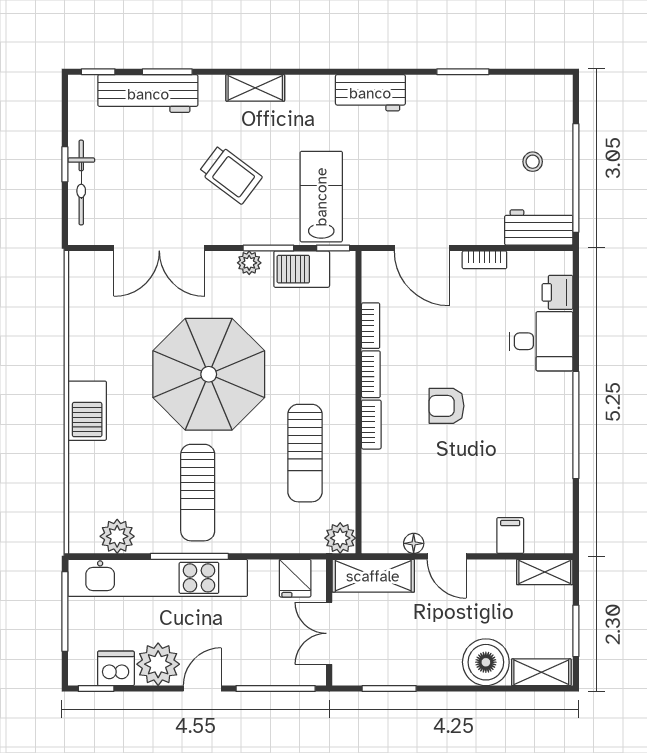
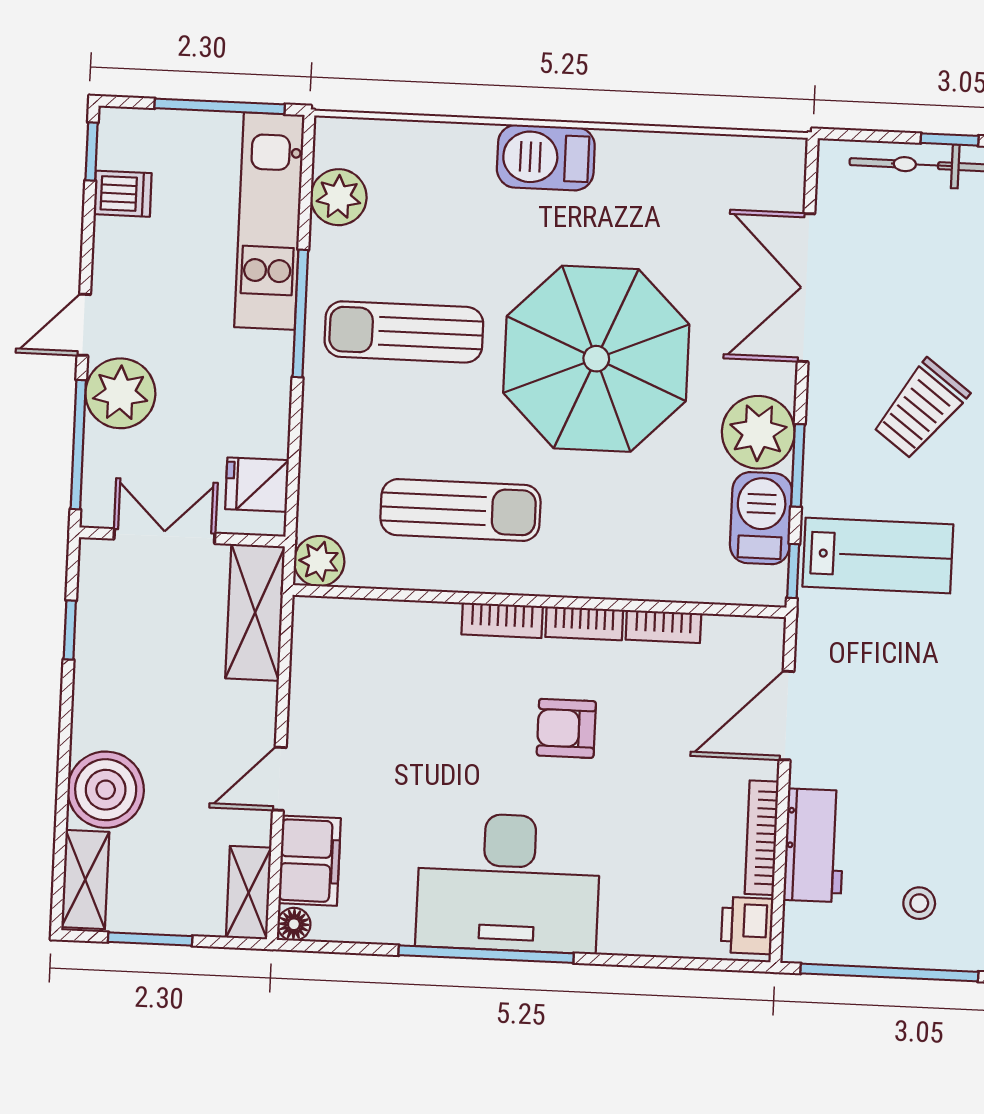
workbench: (539, 227) -> (814, 845), moved
bookcase: (484, 260) -> (762, 838), width x1.56
plant: (249, 263) -> (758, 432), width x1.87, depth x1.87
printer: (558, 292) -> (747, 926), moved, turned -90
desk: (541, 341) -> (508, 883), moved, width x1.87, depth x1.30
armchair: (446, 406) -> (566, 728), moved, turned -90
sun lounger: (305, 453) -> (460, 510), turned 180
filing cabinet: (510, 536) -> (310, 861), width x2.00
floor lamp: (414, 543) -> (294, 924), moved
door: (447, 556) -> (279, 779), moved
kitchen unit: (158, 578) -> (269, 221), width x0.73
plant: (158, 664) -> (120, 393), moved
dishwasher: (116, 668) -> (123, 194), width x0.73
door: (202, 689) -> (84, 325), swing flipped
window: (389, 689) -> (70, 630), width x0.67

